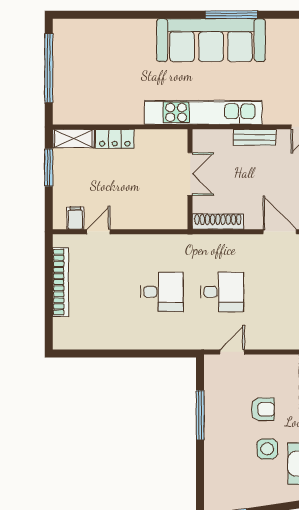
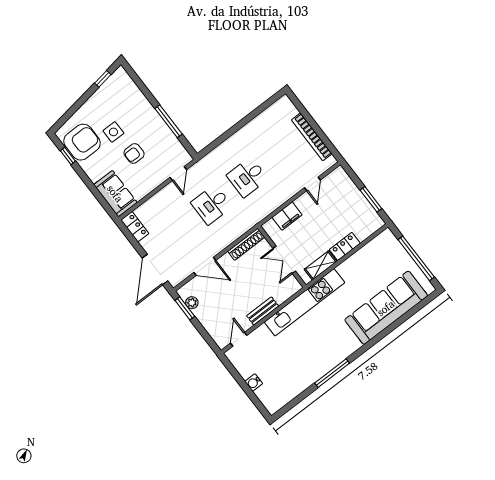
sofa: (211, 40) -> (386, 308), moved
shelving: (74, 138) -> (321, 265), moved
filing cabinet: (75, 218) -> (287, 216), moved, width x2.00

